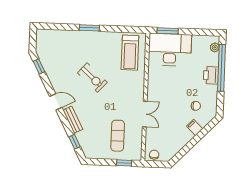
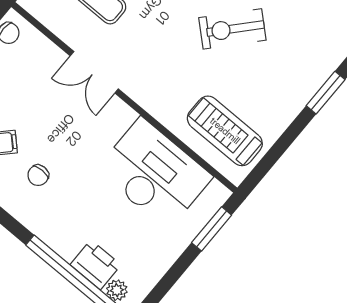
desk: (170, 50) -> (154, 173), moved, turned -90
printer: (211, 75) -> (96, 265), moved

